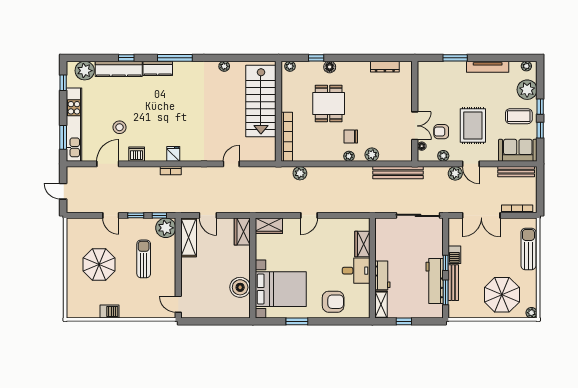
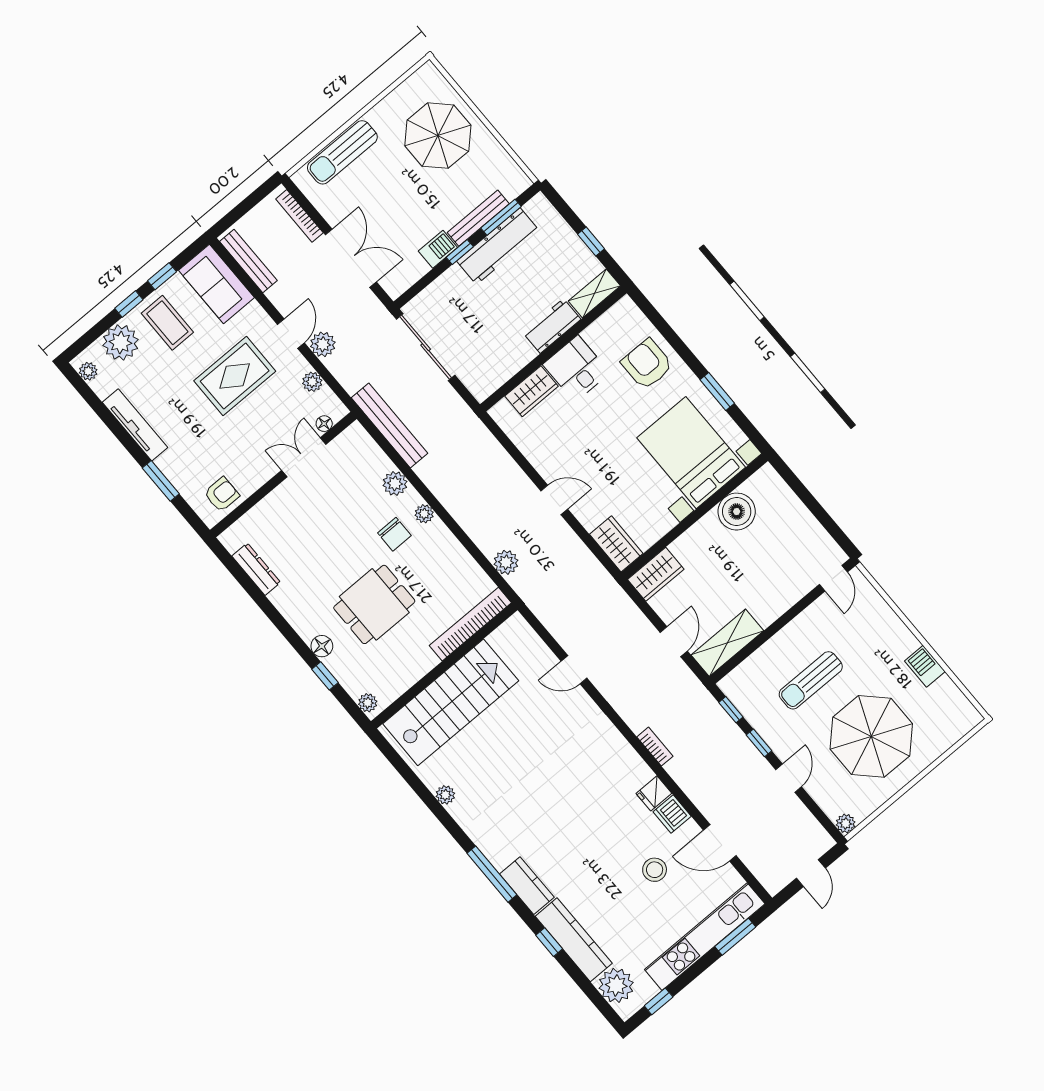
armchair: (441, 132) -> (222, 494), moved, turned -90
fridge: (173, 154) -> (654, 793), moved
plant: (166, 228) -> (846, 823), moved, width x0.53, depth x0.53
parasol: (99, 264) -> (871, 736), width x1.36, depth x1.36
plant: (531, 313) -> (428, 73), removed

